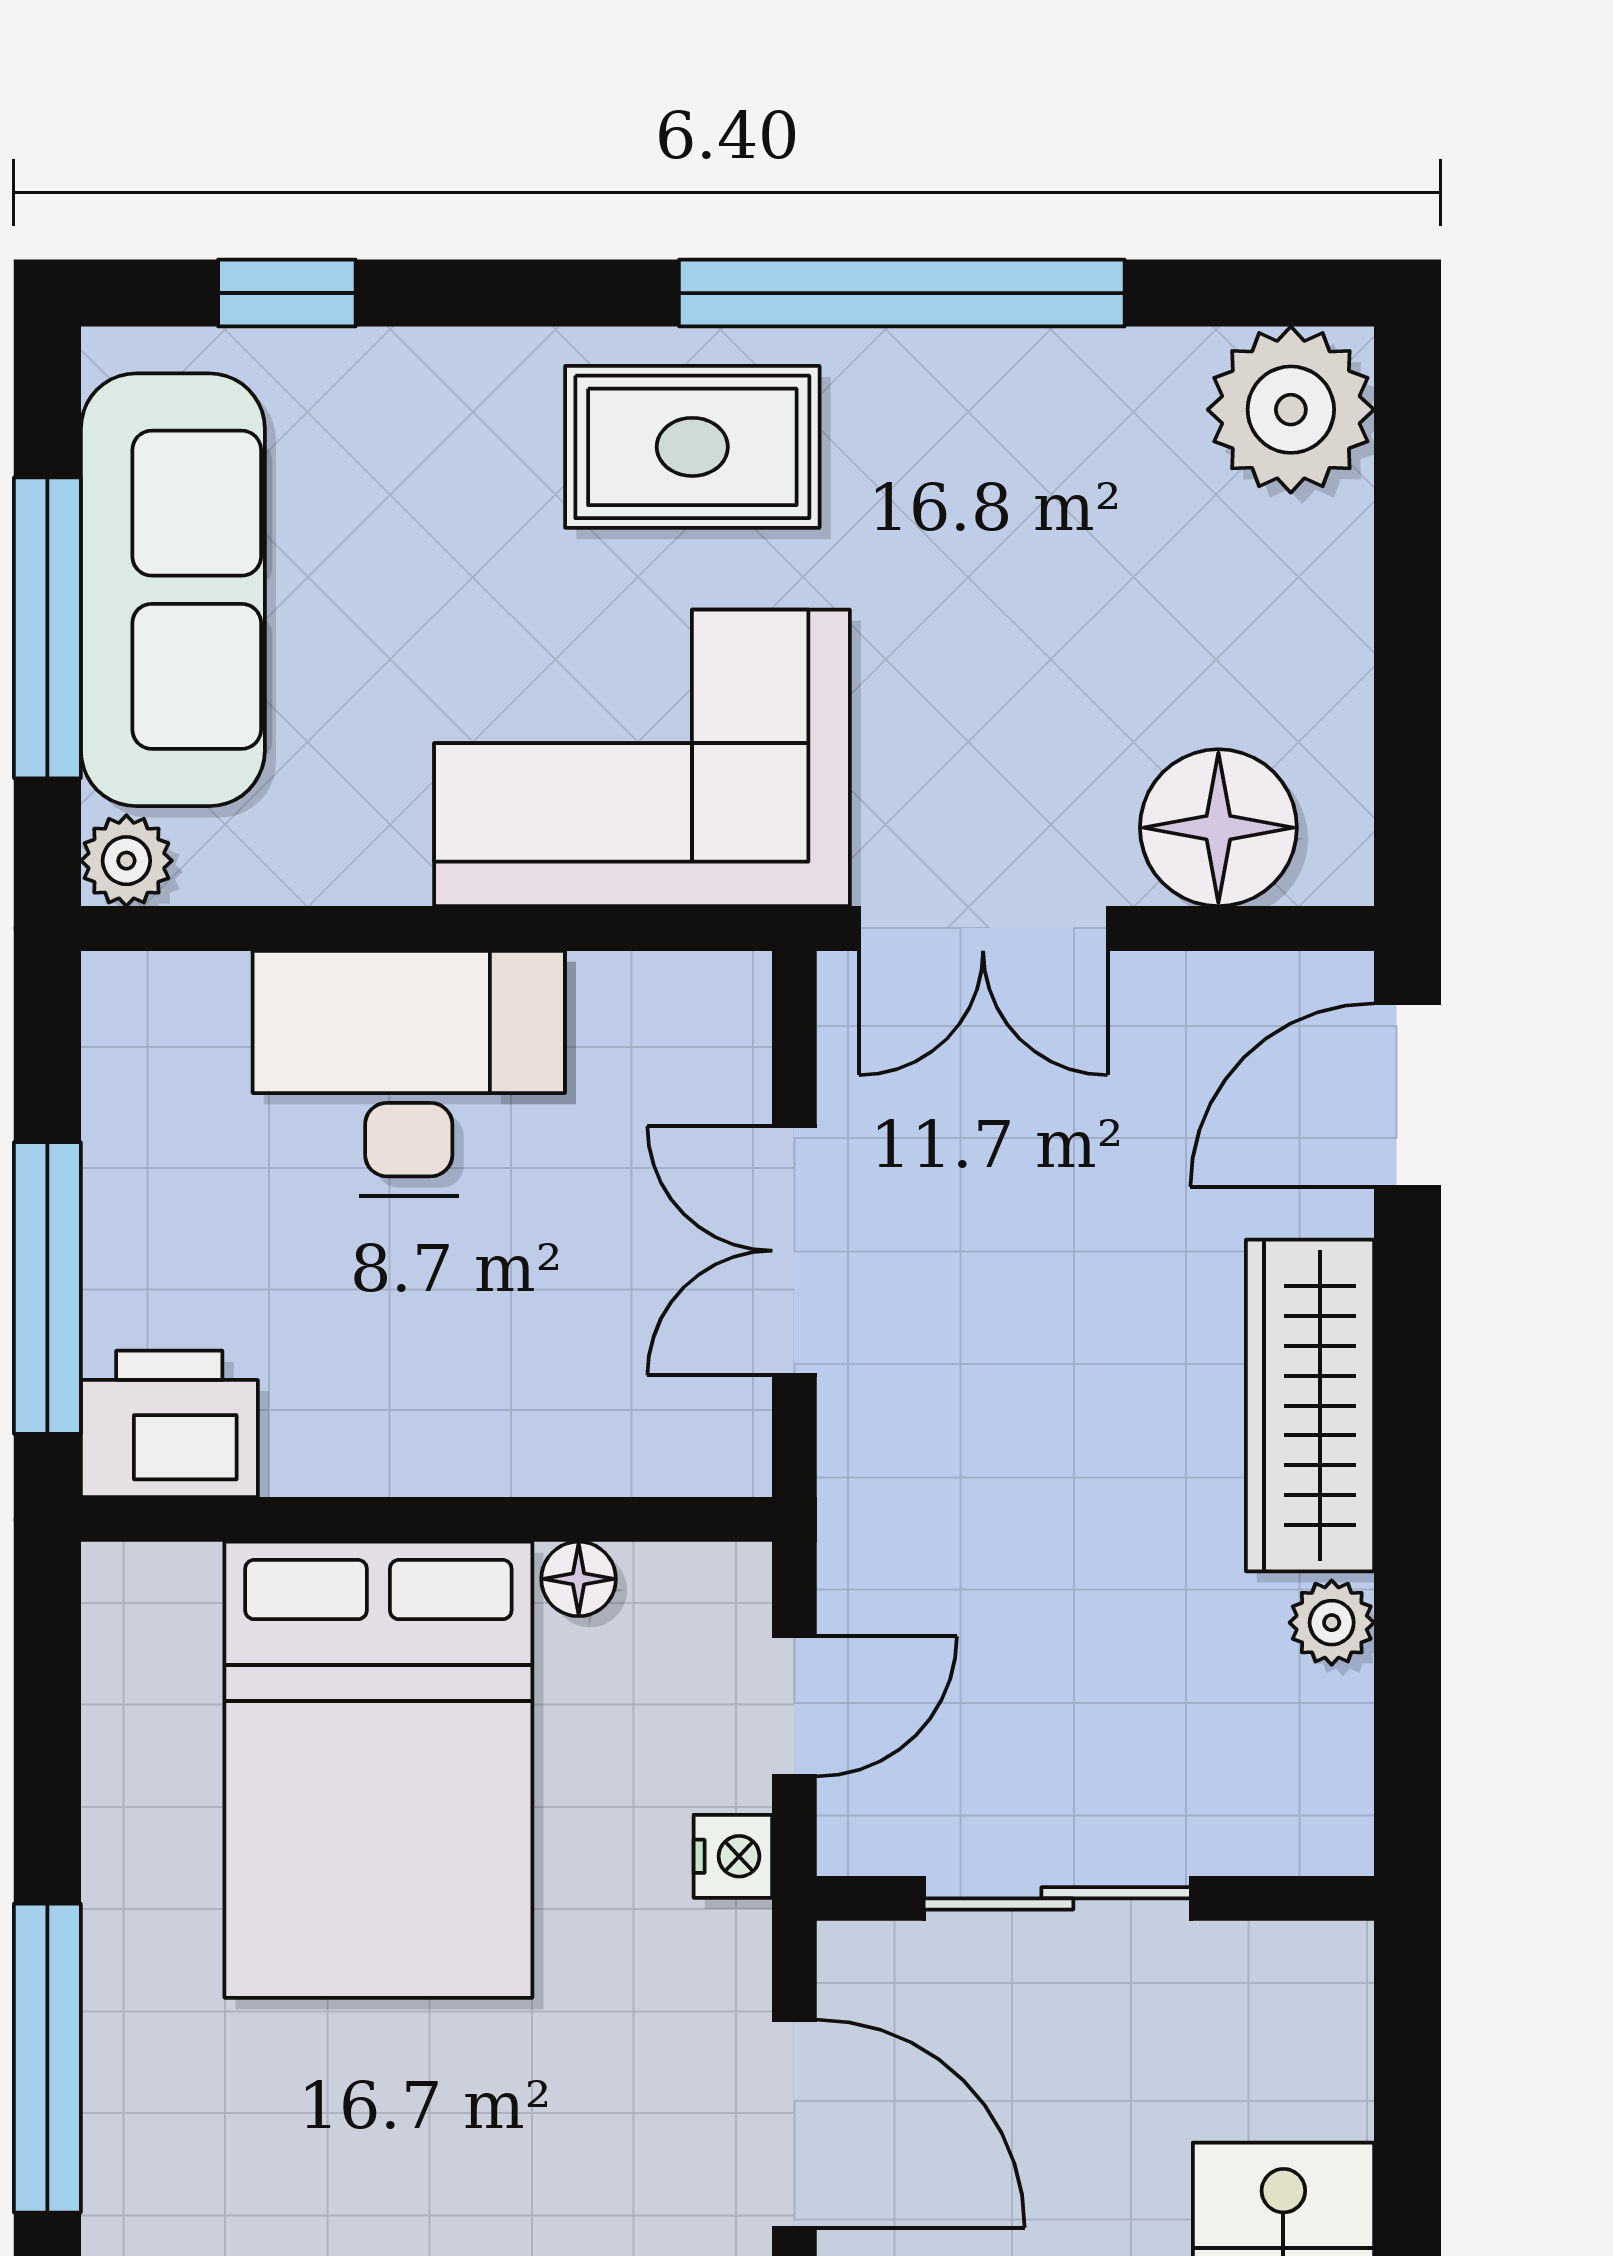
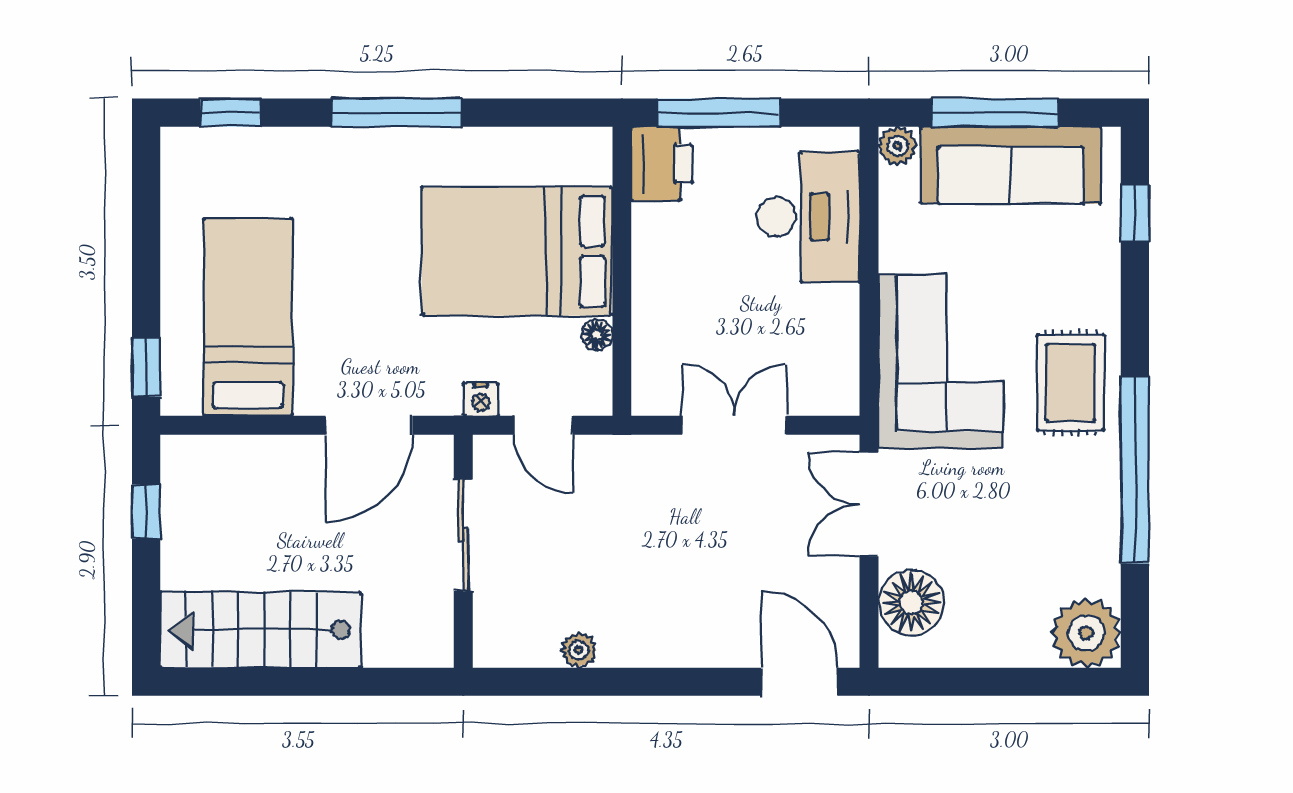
desk: (409, 1073) -> (808, 217), moved
wardrobe: (1310, 1406) -> (669, 641), removed

